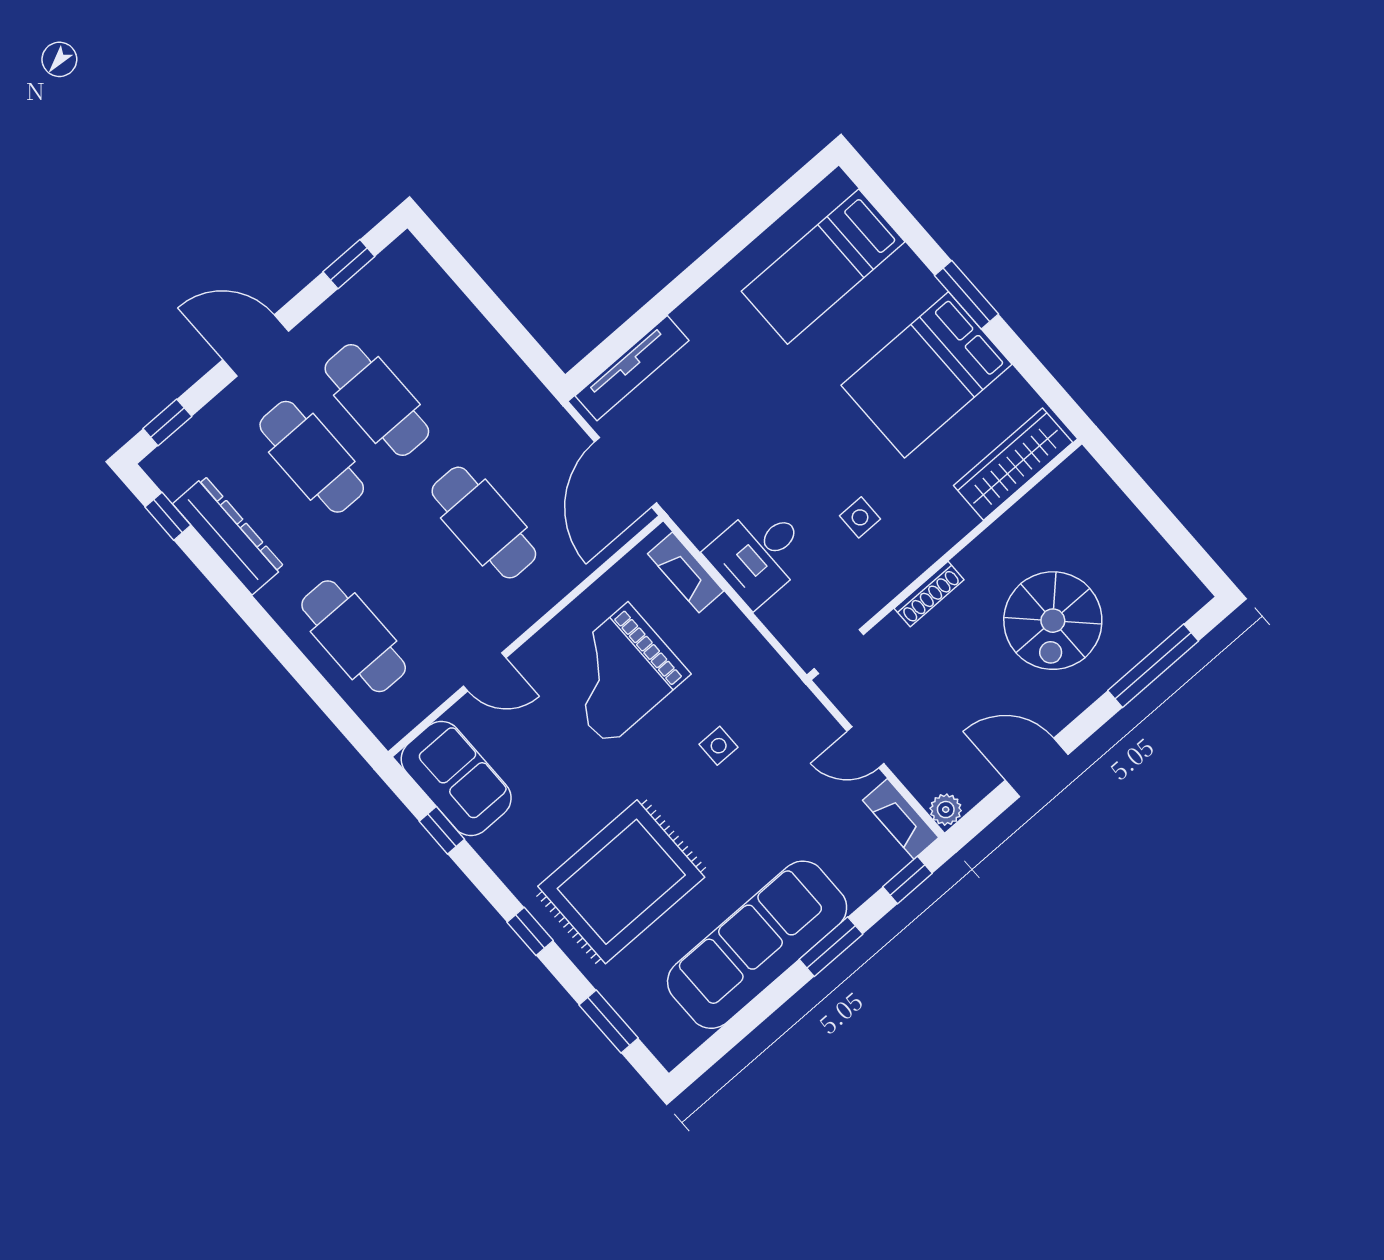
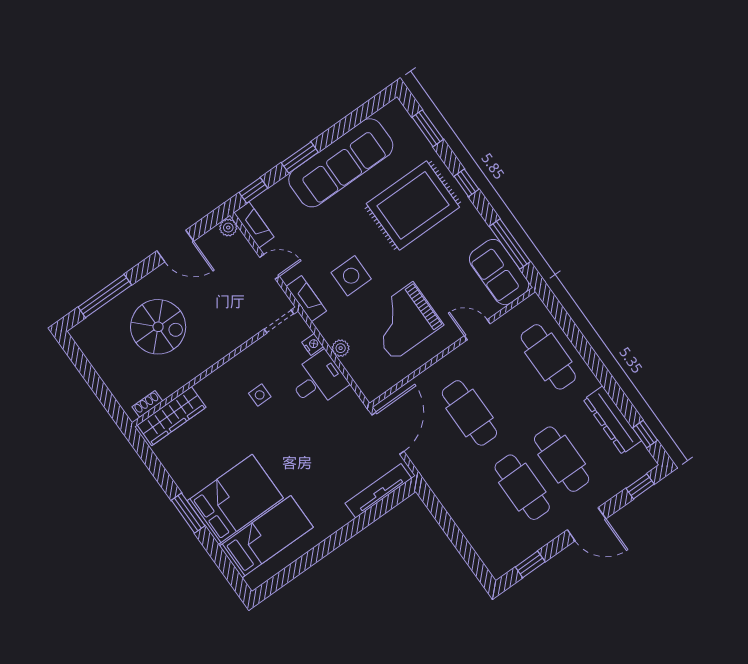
bed: (926, 375) -> (235, 499), moved
fireplace: (686, 572) -> (306, 299), moved
shoe rack: (929, 594) -> (147, 404), moved, width x0.70
plant: (725, 615) -> (341, 348), added
nightstand: (775, 617) -> (313, 344), added
spiral stairs: (1053, 621) -> (158, 327), turned 90
grand piano: (618, 674) -> (403, 321), turned 180
side table: (719, 746) -> (351, 276), width x1.87, depth x1.87
window: (442, 830) -> (510, 244), width x2.17

